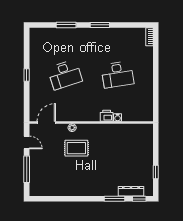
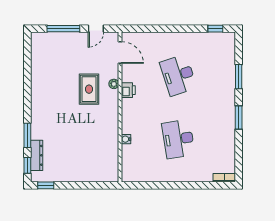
window: (27, 75) -> (215, 29), moved
printer: (107, 116) -> (128, 90), moved
window: (156, 172) -> (46, 185), moved

